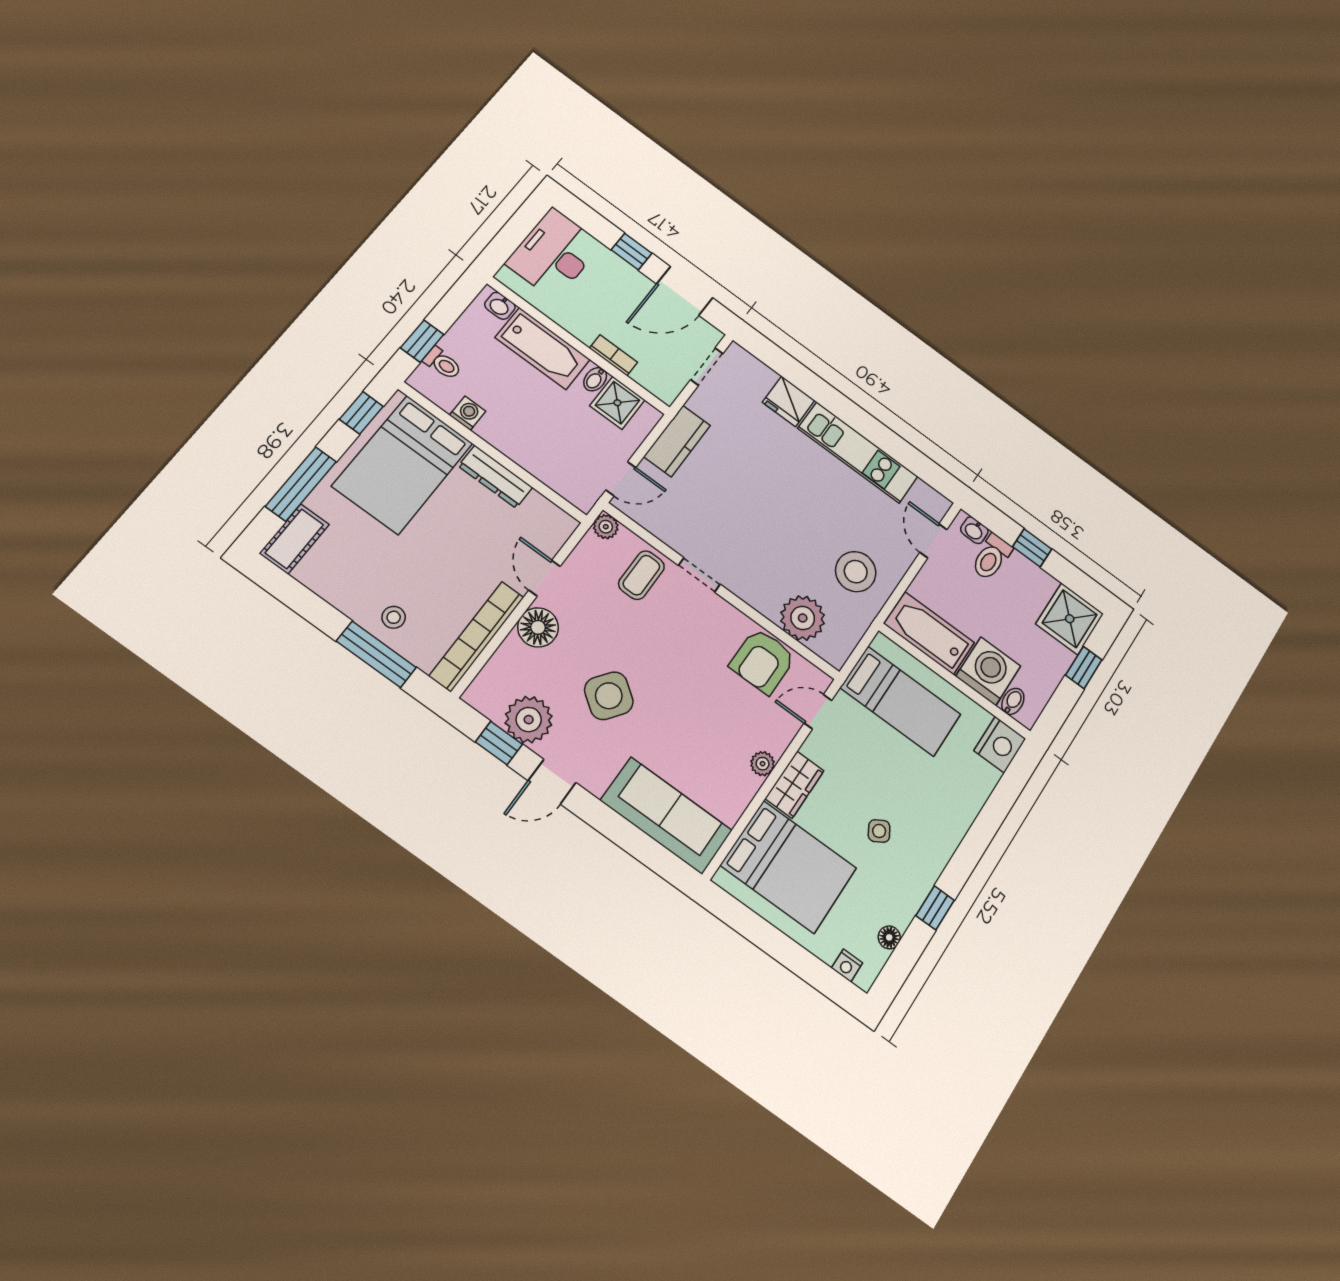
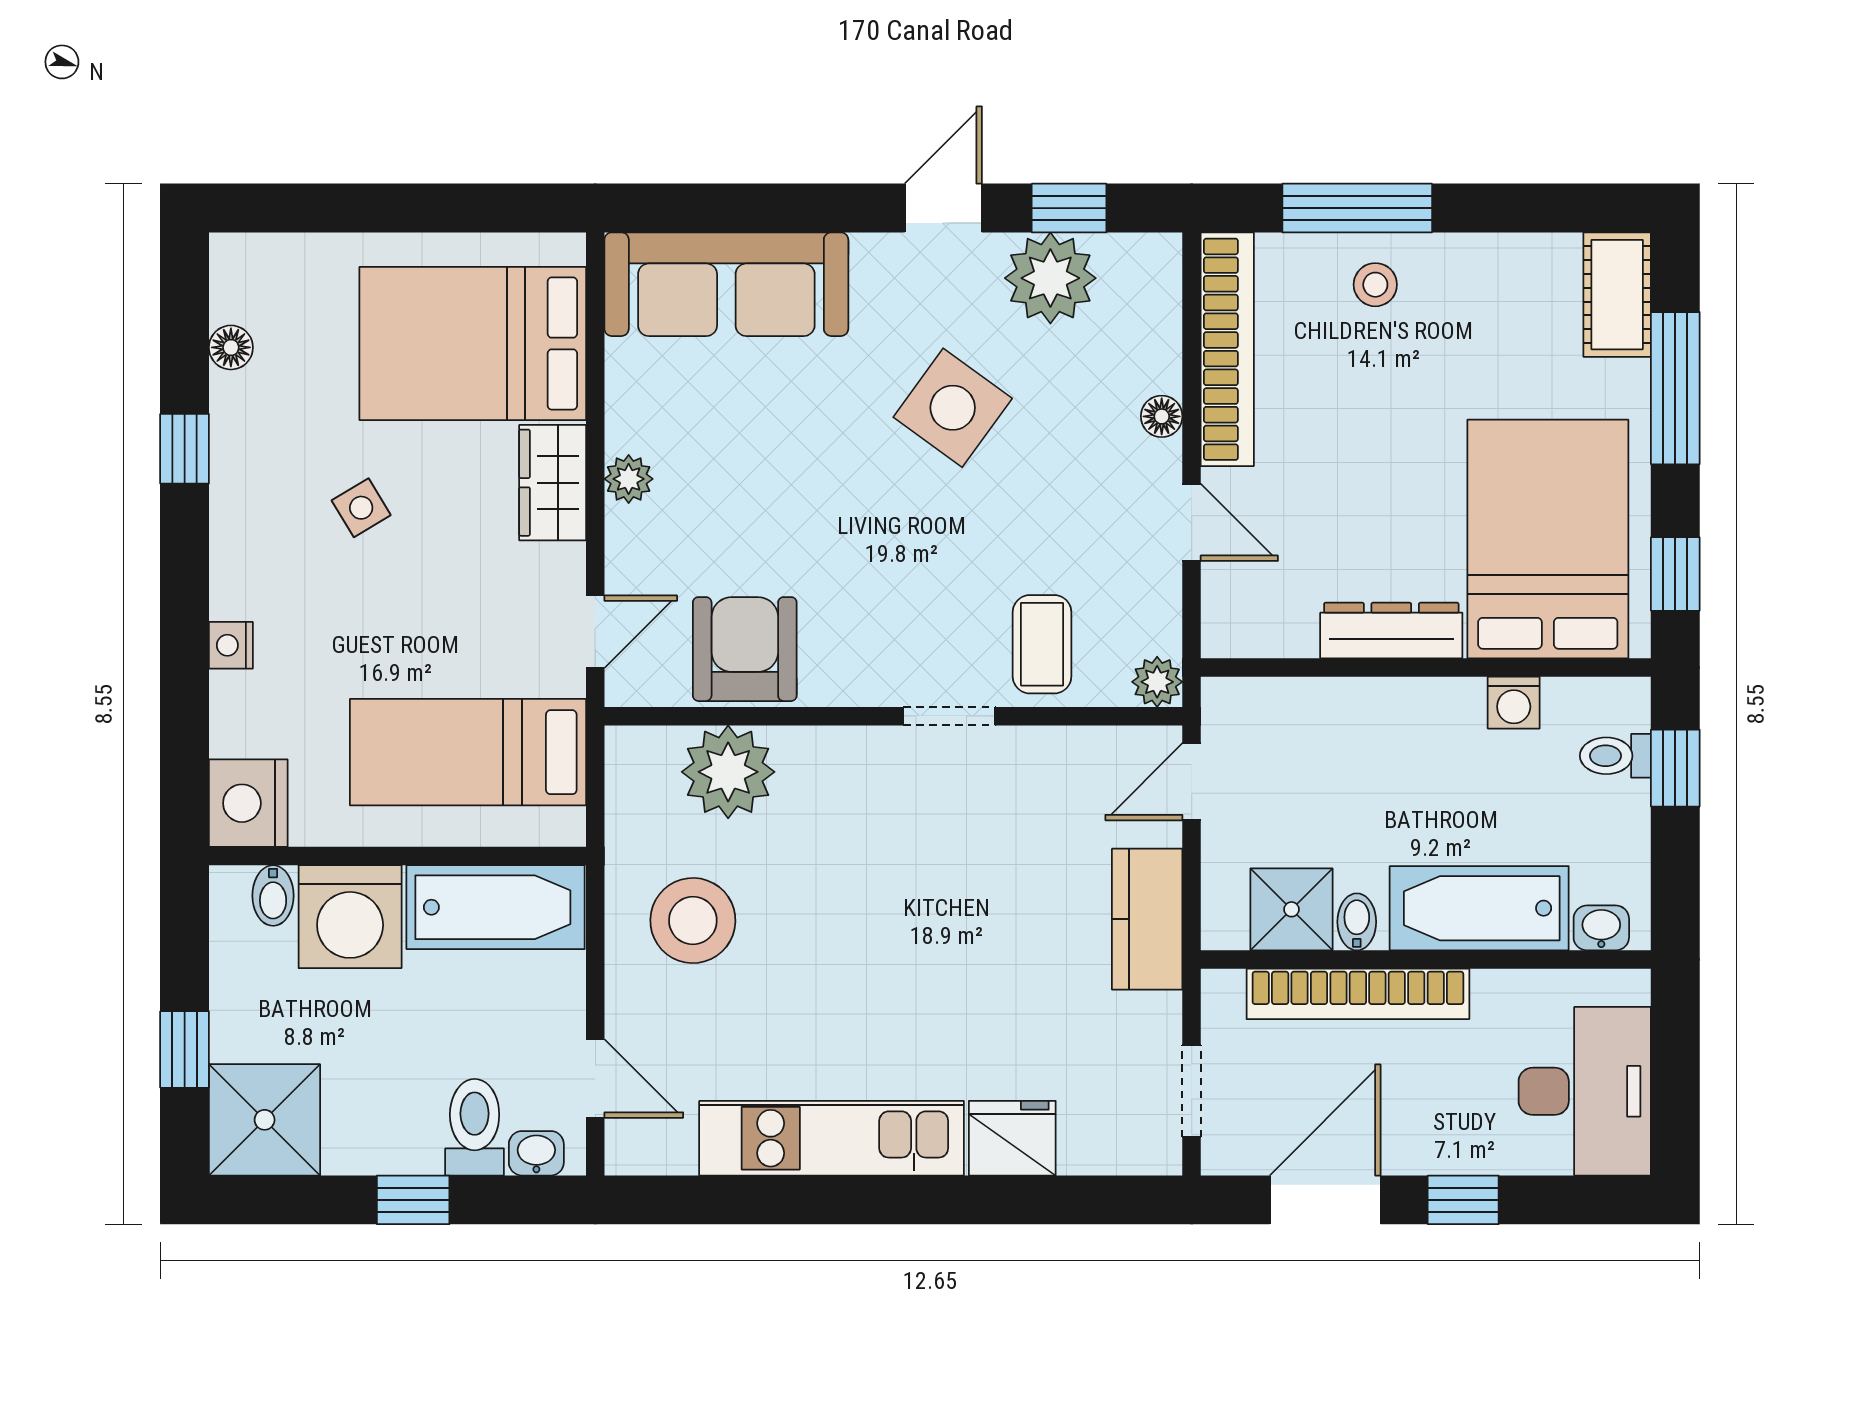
bookcase: (613, 355) -> (1358, 994), width x2.31, depth x1.31
floor lamp: (538, 627) -> (1162, 416), width x0.53, depth x0.53
nightstand: (847, 966) -> (231, 645), moved, turned -90

